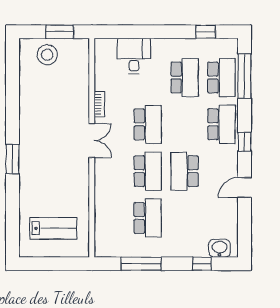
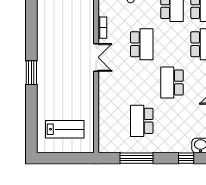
school desk: (148, 171) -> (142, 83), removed
school desk: (148, 218) -> (142, 121), turned 180

